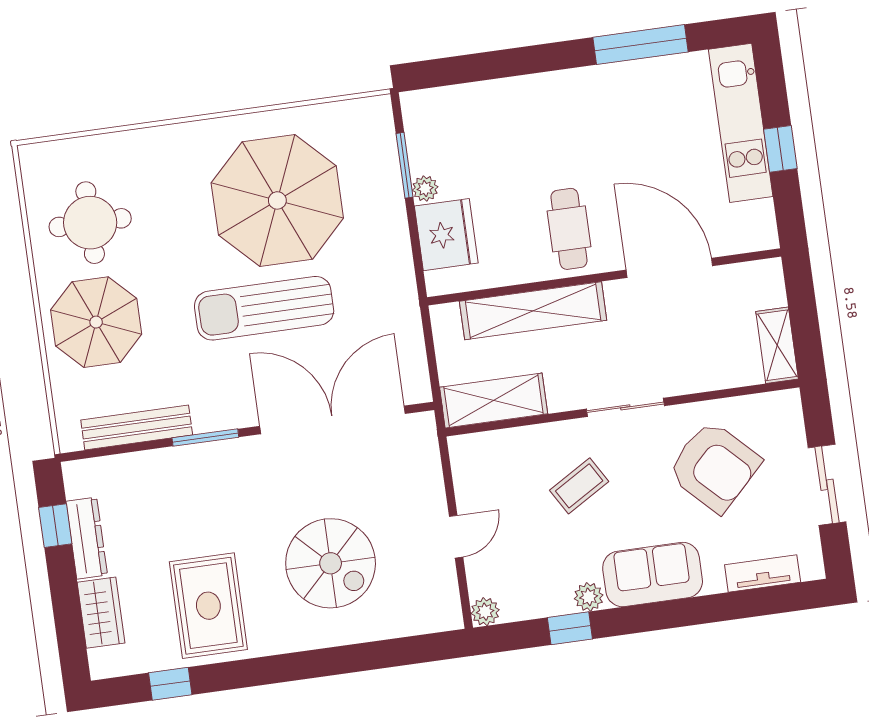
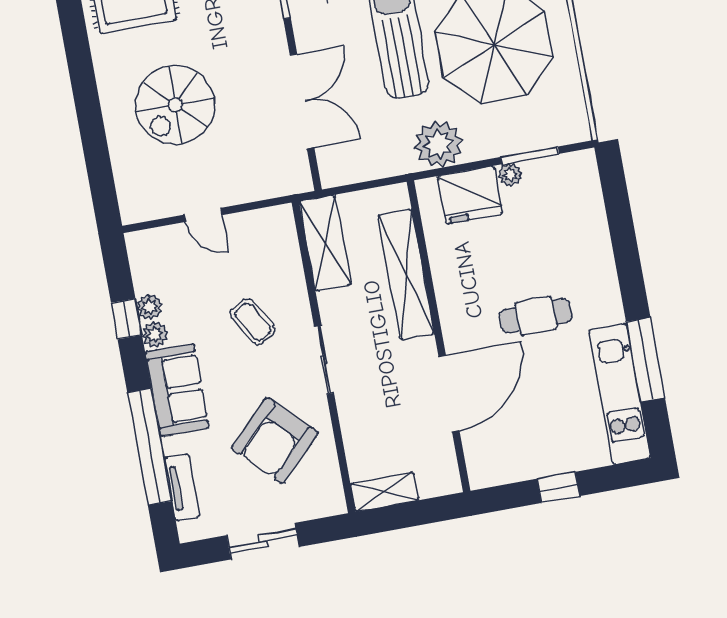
kitchen unit: (741, 123) -> (620, 394), moved, turned -90
cafe table: (569, 229) -> (536, 316), moved
plant: (387, 268) -> (438, 144), added
double door: (332, 420) -> (302, 101), width x0.73
window: (715, 608) -> (150, 447), added
plant: (485, 612) -> (150, 307), moved

